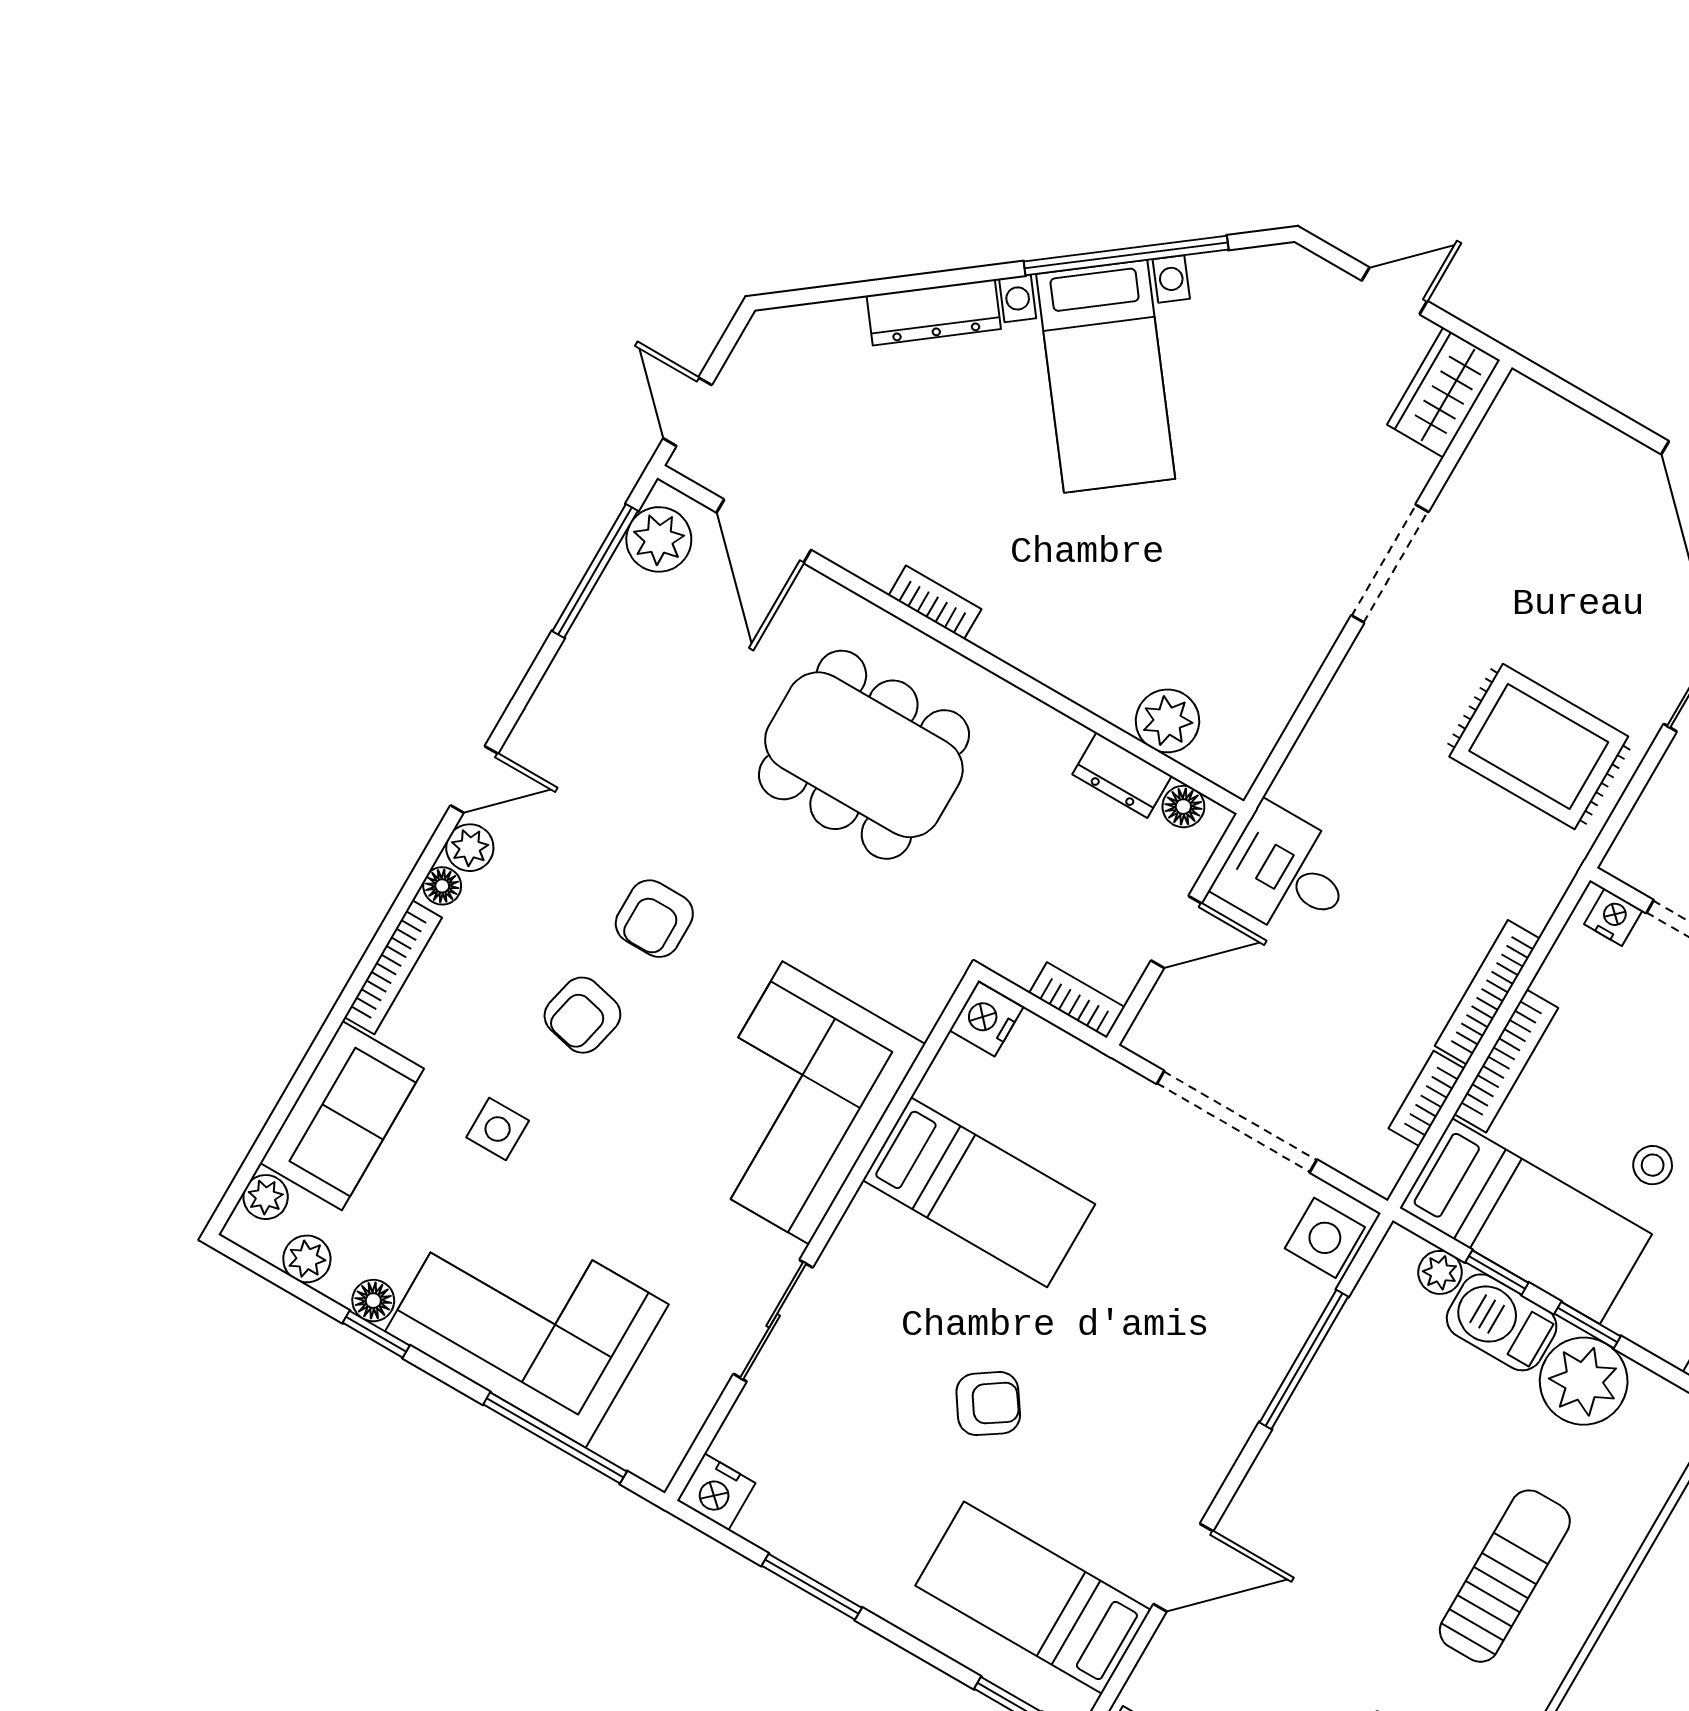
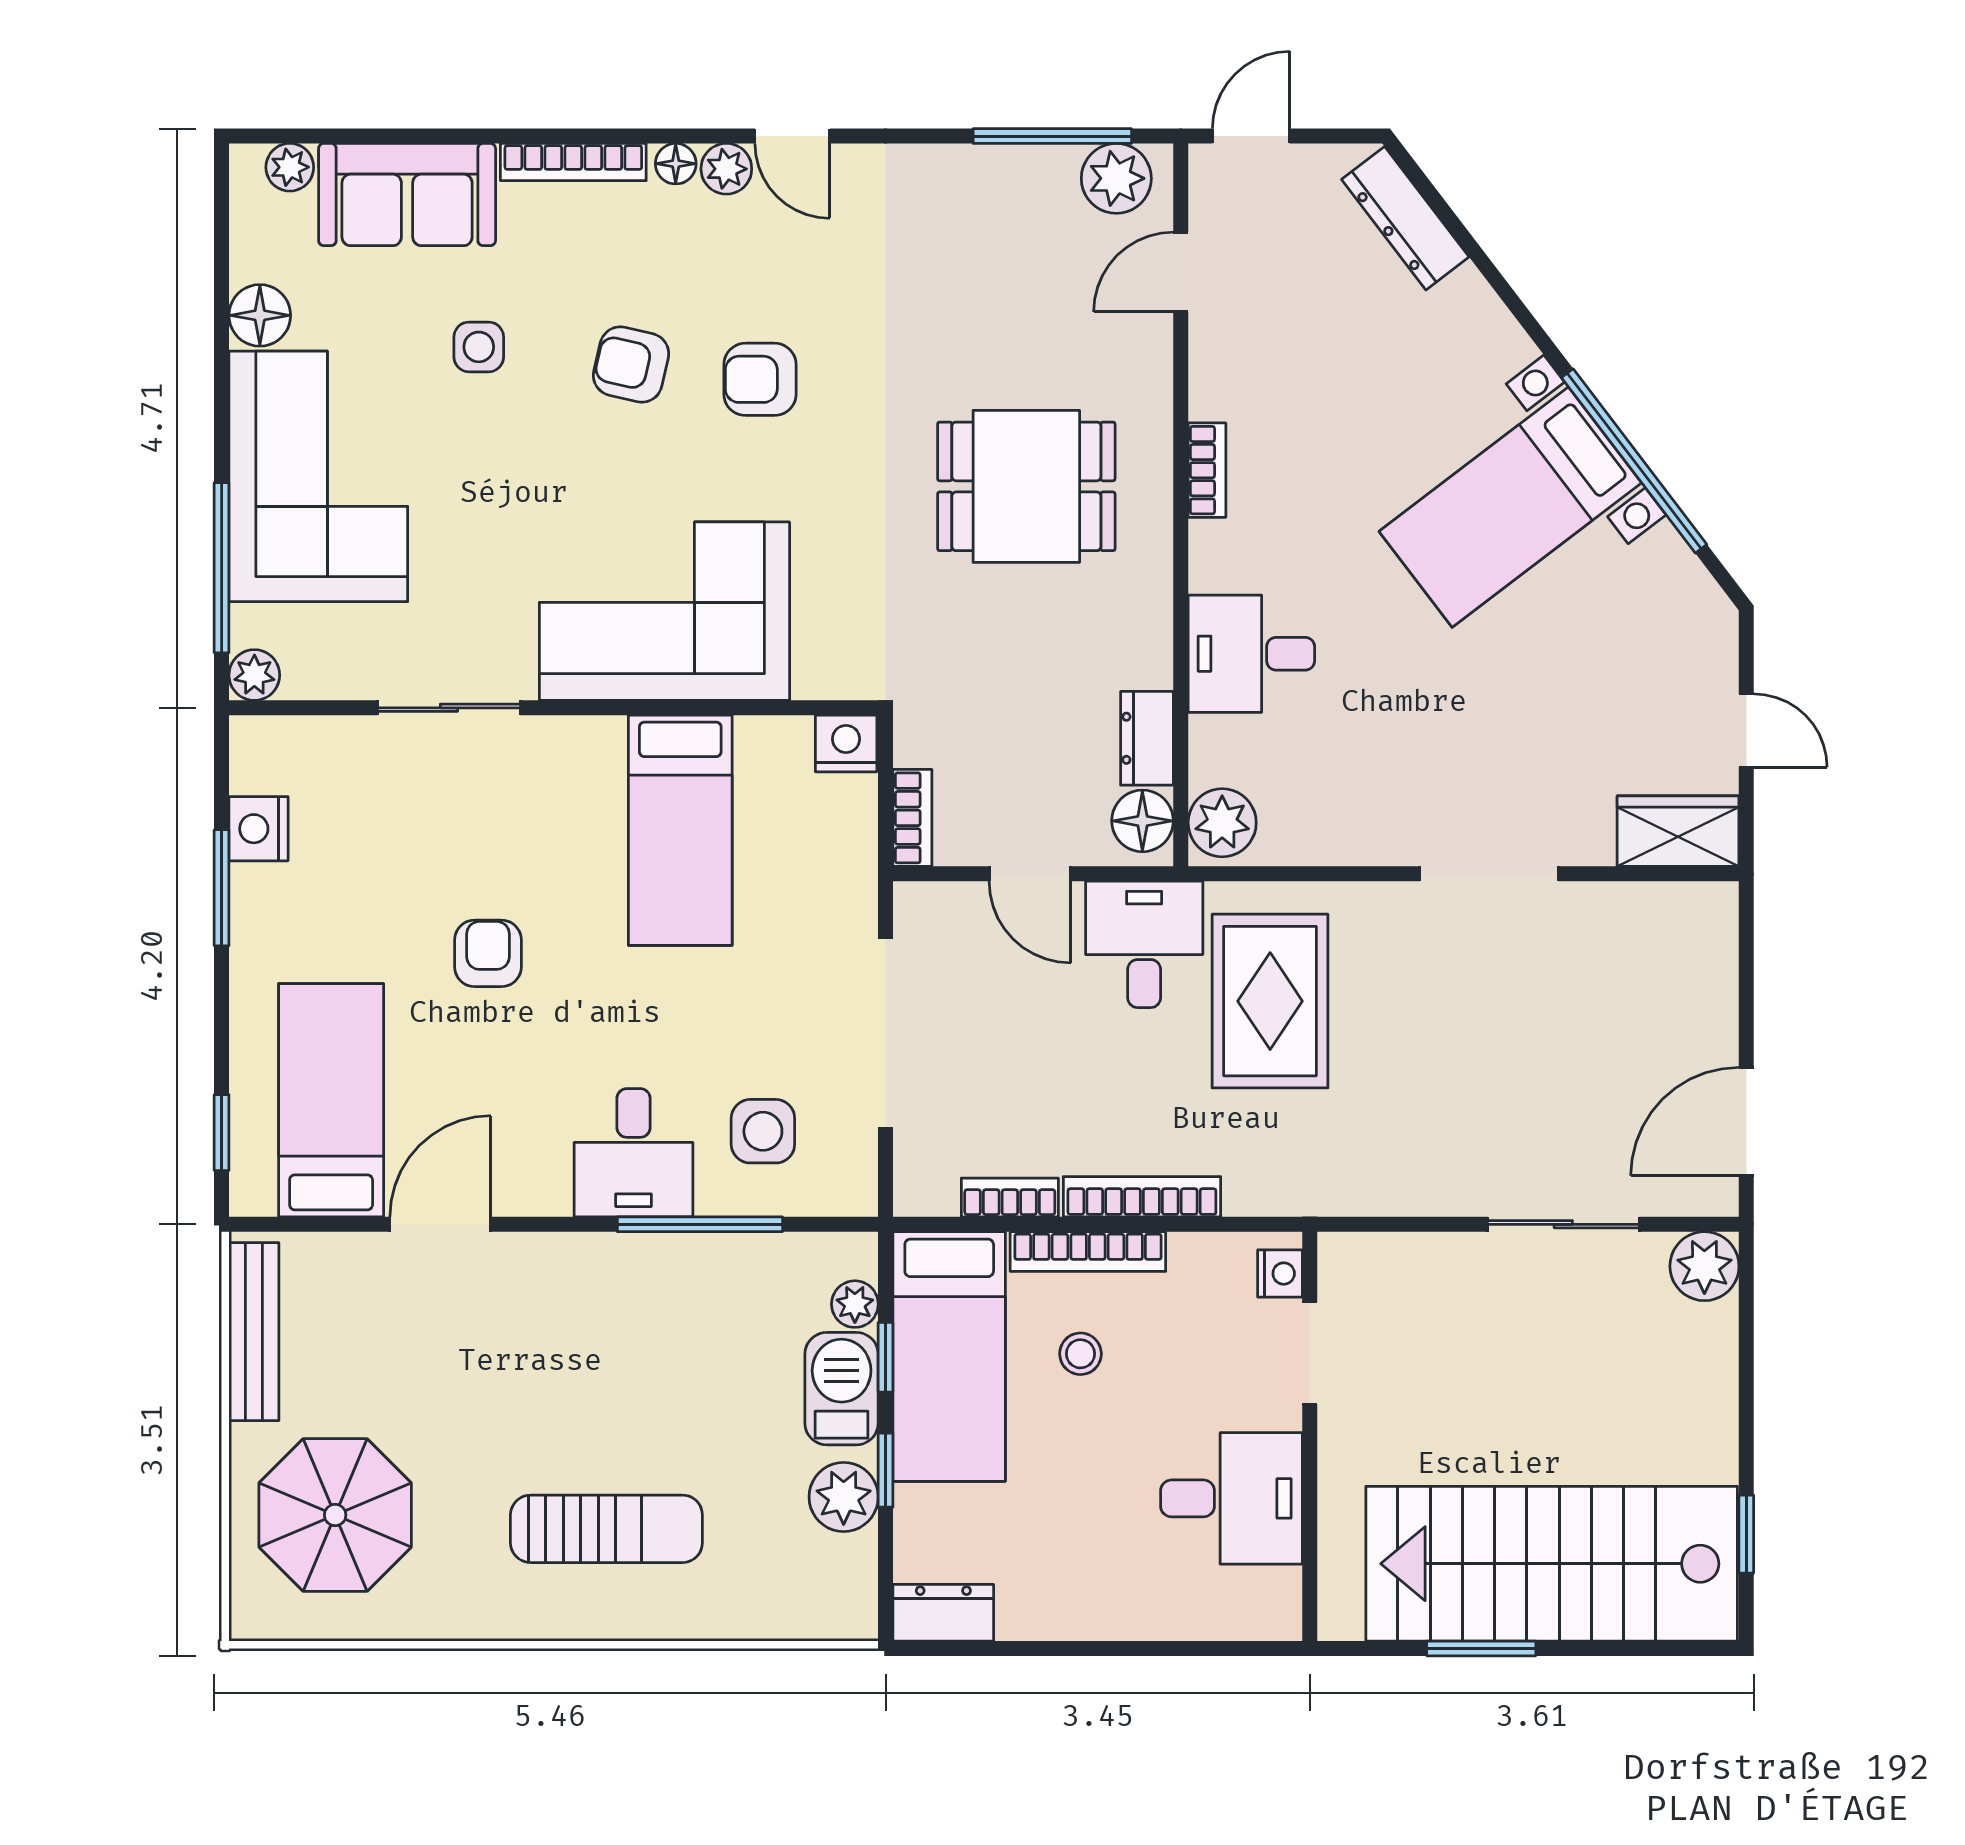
dresser: (934, 312) -> (1405, 218), moved
door: (764, 531) -> (1181, 272), width x0.73
desk: (1103, 652) -> (1251, 654), added
plant: (1168, 721) -> (1222, 823), moved
rug: (1539, 747) -> (1270, 1001), moved
dining table: (864, 755) -> (1026, 486), width x0.73
floor lamp: (1183, 807) -> (1142, 821), width x1.37, depth x1.37
stool: (1653, 1165) -> (1081, 1354), moved
side table: (1325, 1238) -> (763, 1131), moved
plant: (307, 1259) -> (254, 675), moved
floor lamp: (373, 1301) -> (260, 315), width x1.37, depth x1.37
window: (376, 1334) -> (222, 345), removed
desk: (1216, 1380) -> (634, 1153), added
plant: (1584, 1381) -> (844, 1497), width x0.73, depth x0.73
armchair: (988, 1404) -> (488, 953), turned -146
nightstand: (716, 1492) -> (259, 829), moved
door: (1183, 1568) -> (440, 1224), swing flipped

